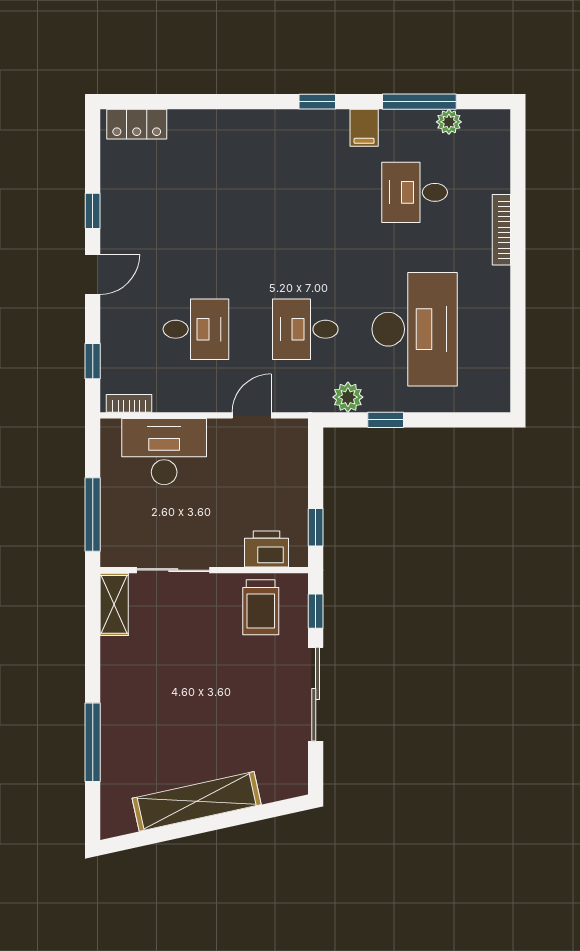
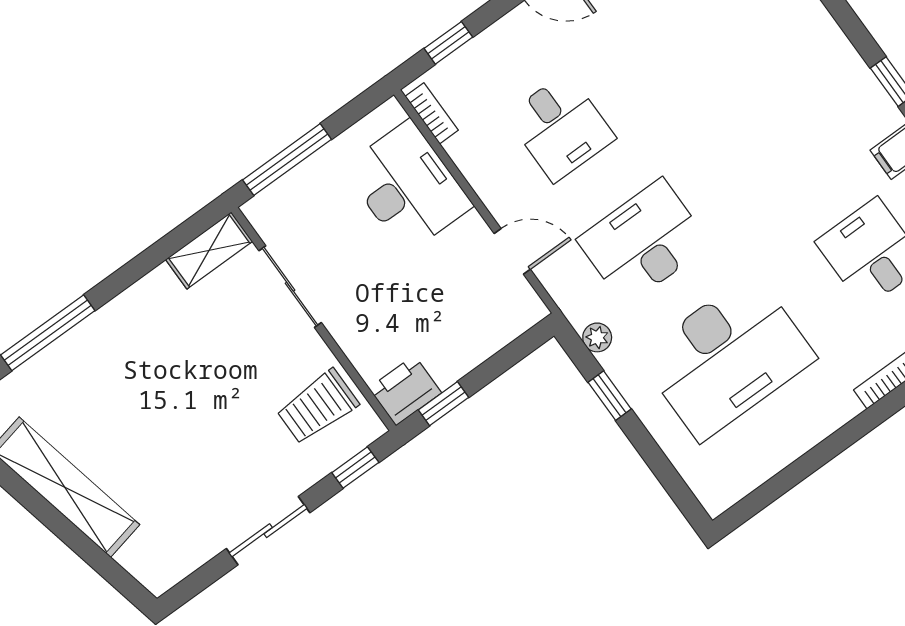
desk: (305, 329) -> (644, 242), width x1.37
plant: (348, 397) -> (597, 337), width x0.73, depth x0.73
printer: (267, 549) -> (405, 391), moved, turned -90
sliding door: (316, 694) -> (268, 531), width x0.73

